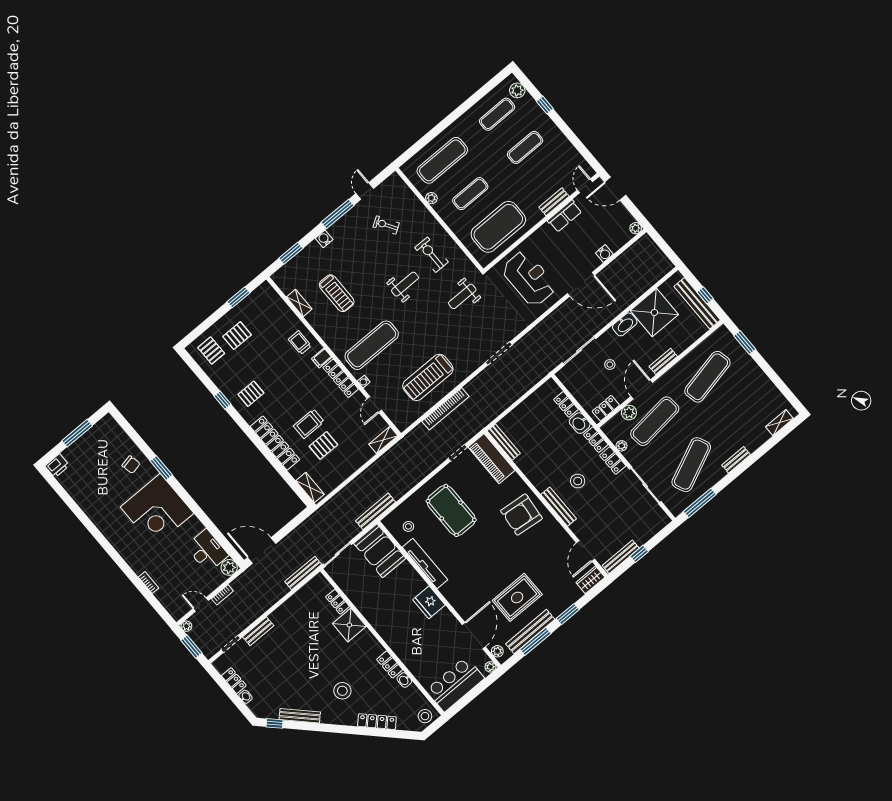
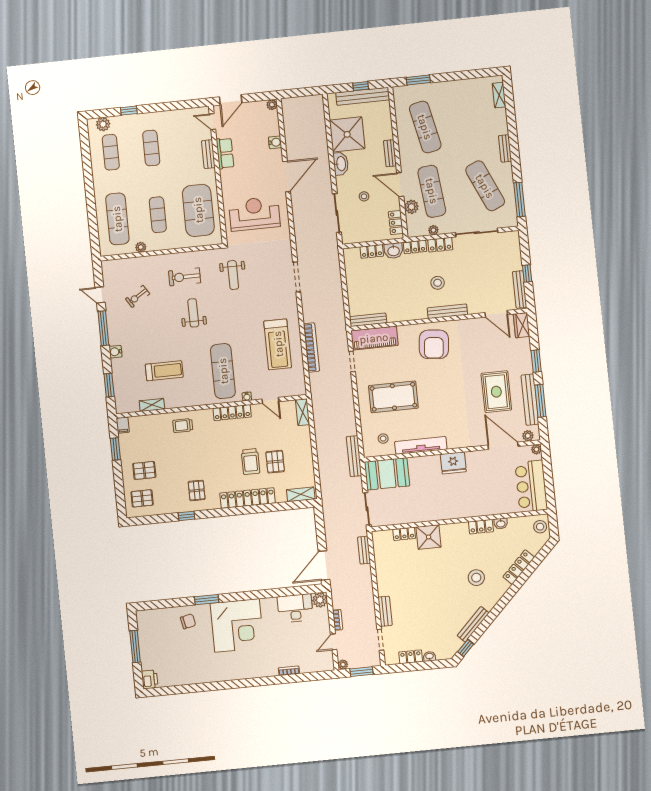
pallet: (237, 336) -> (144, 470), turned 90
filing cabinet: (322, 358) -> (123, 425), moved
bench: (303, 573) -> (364, 550), width x0.73

